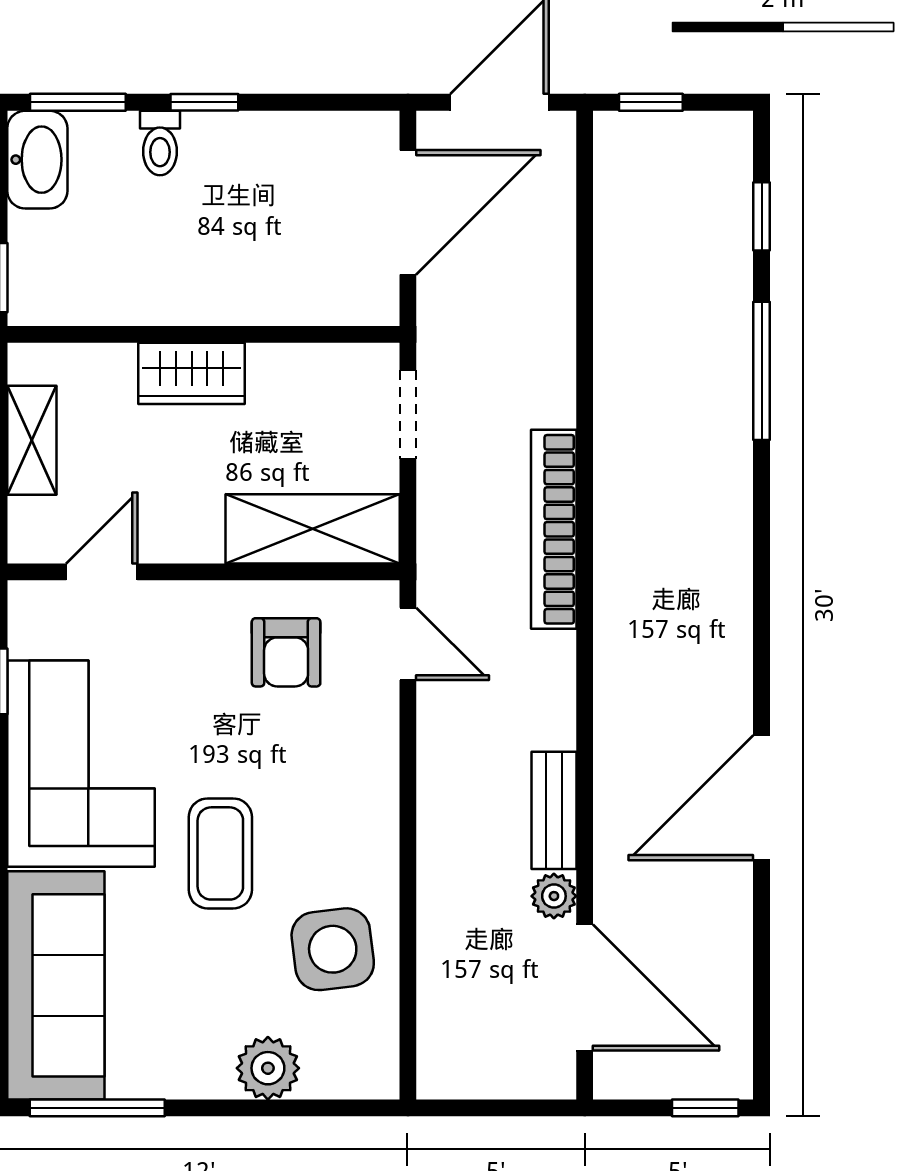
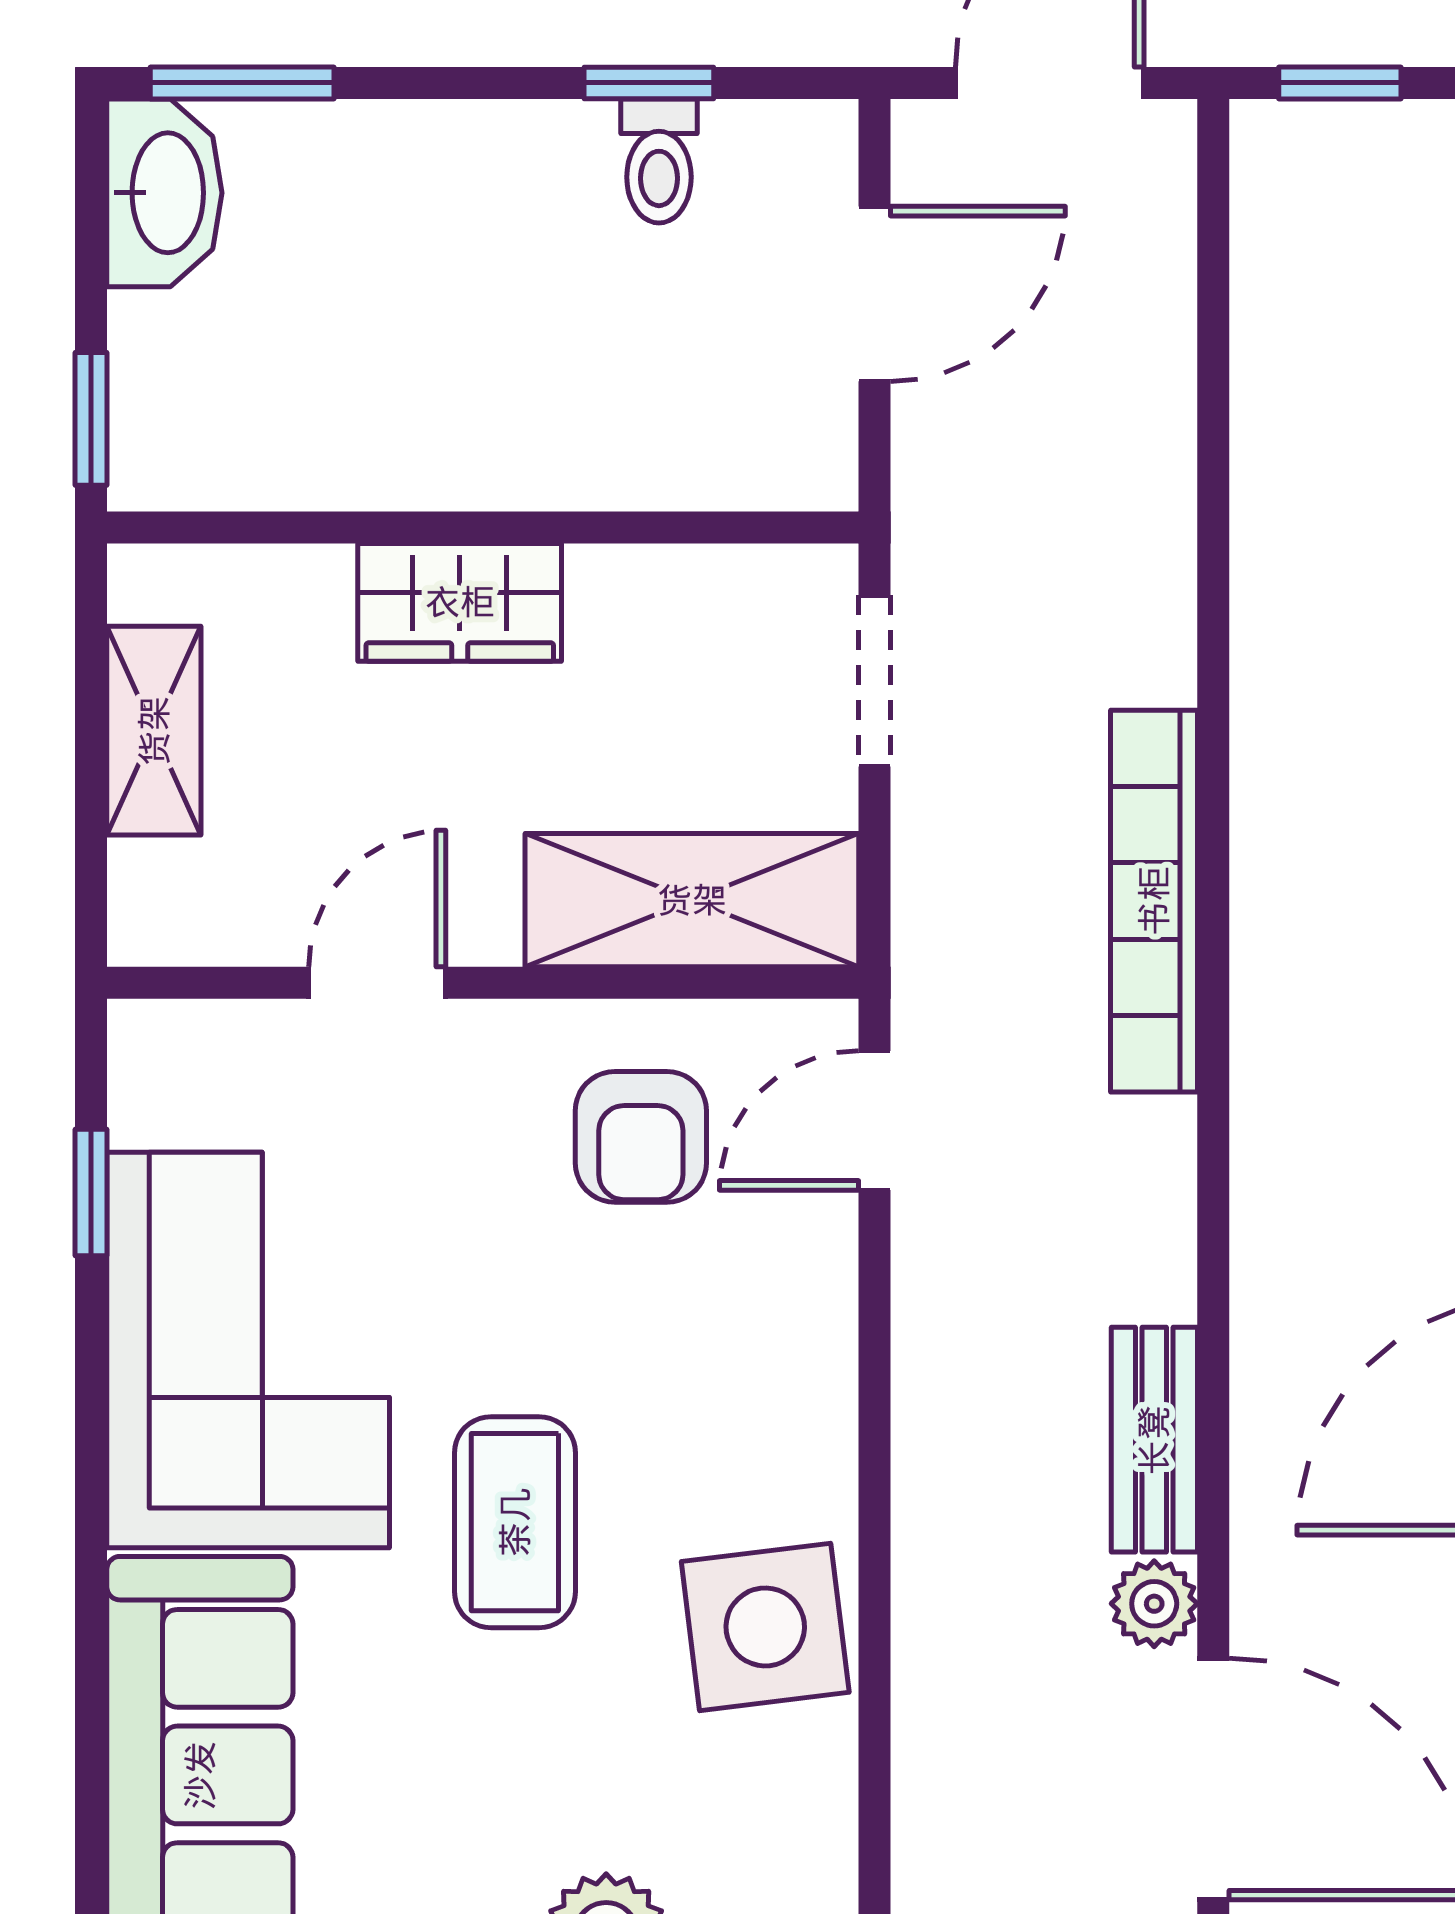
window: (204, 102) -> (649, 83), moved
toilet: (160, 143) -> (659, 161), moved
door: (408, 212) -> (874, 294), width x0.73
door: (102, 572) -> (377, 983), moved
door: (408, 644) -> (874, 1121), swing flipped
side table: (333, 949) -> (765, 1627), moved

